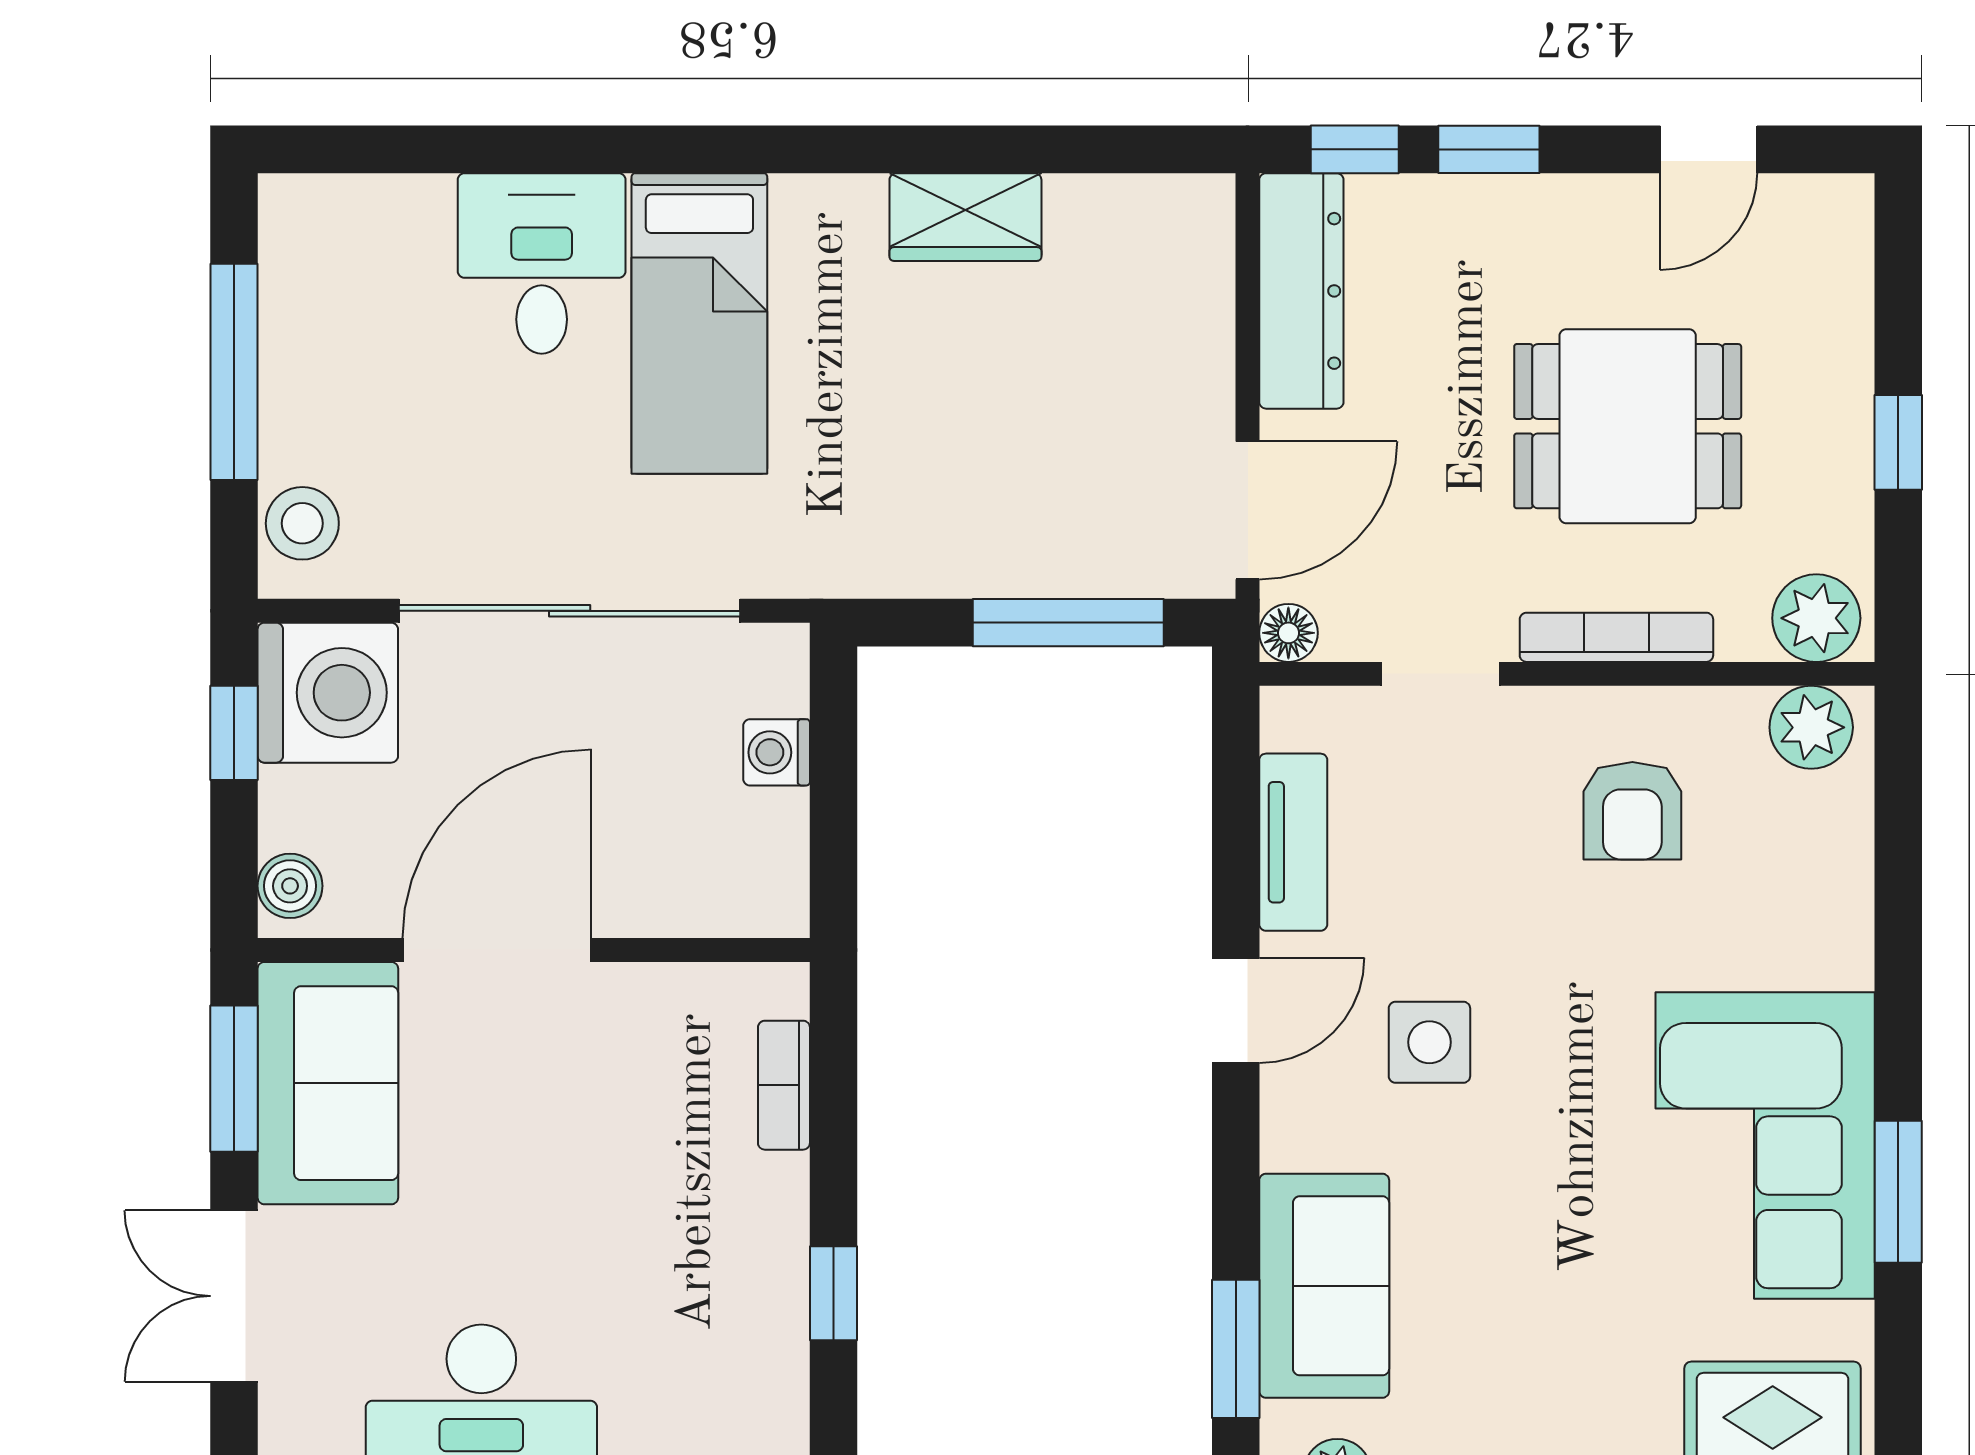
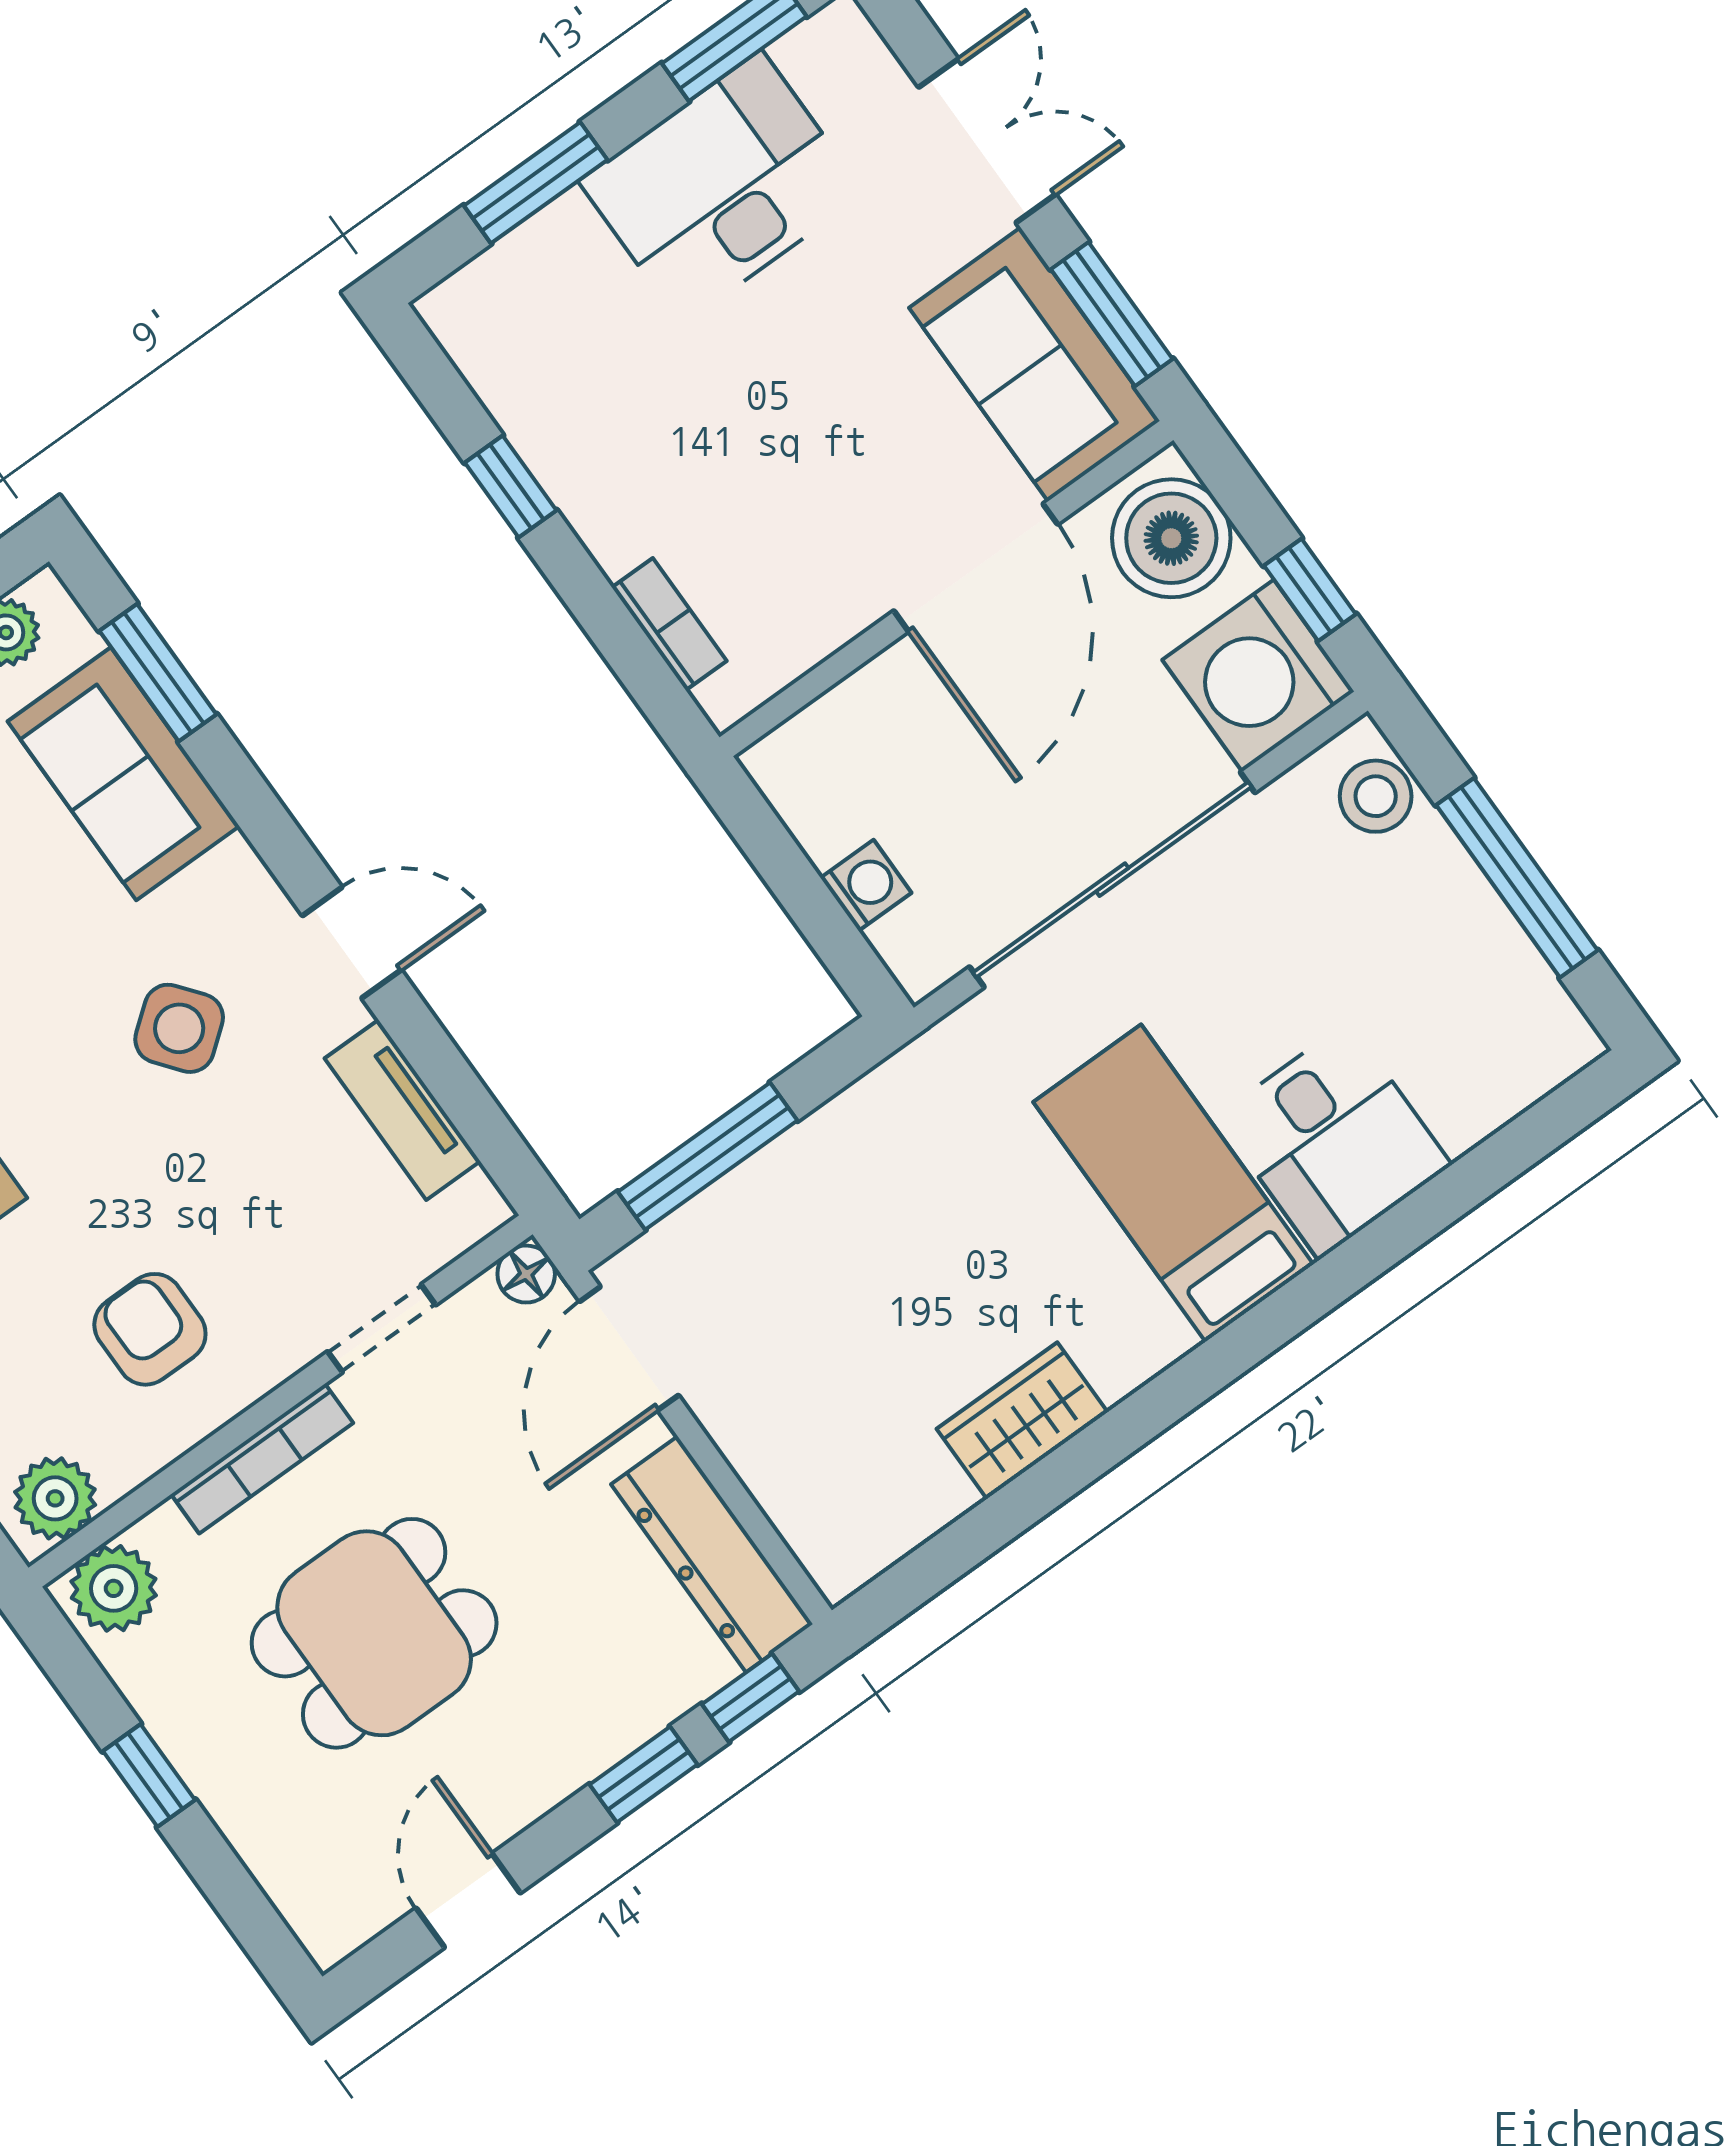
boiler: (290, 886) -> (1171, 538), width x1.86, depth x1.86
door: (1236, 1010) -> (352, 943), swing flipped
side table: (1429, 1042) -> (179, 1028), turned -38

